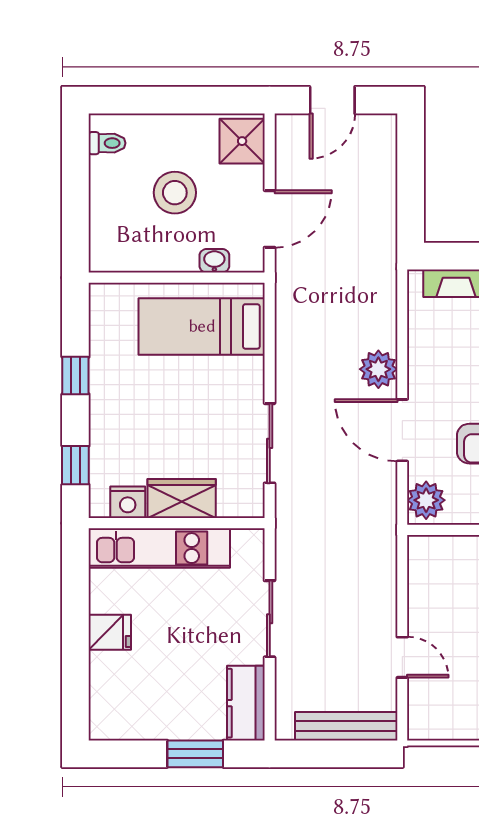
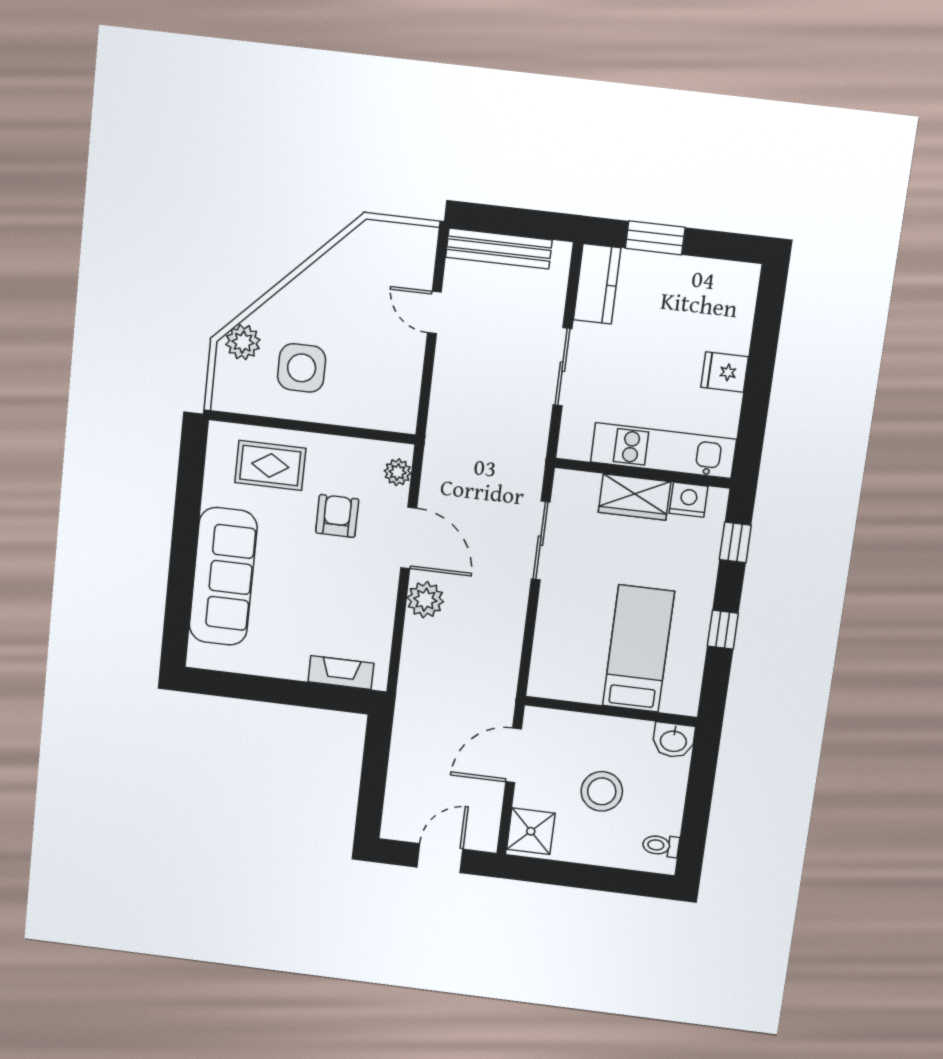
washbasin: (214, 261) -> (673, 740), moved, width x1.38, depth x1.45
bed: (202, 326) -> (638, 649), moved, turned -90
plant: (426, 500) -> (398, 472), width x0.73, depth x0.73

